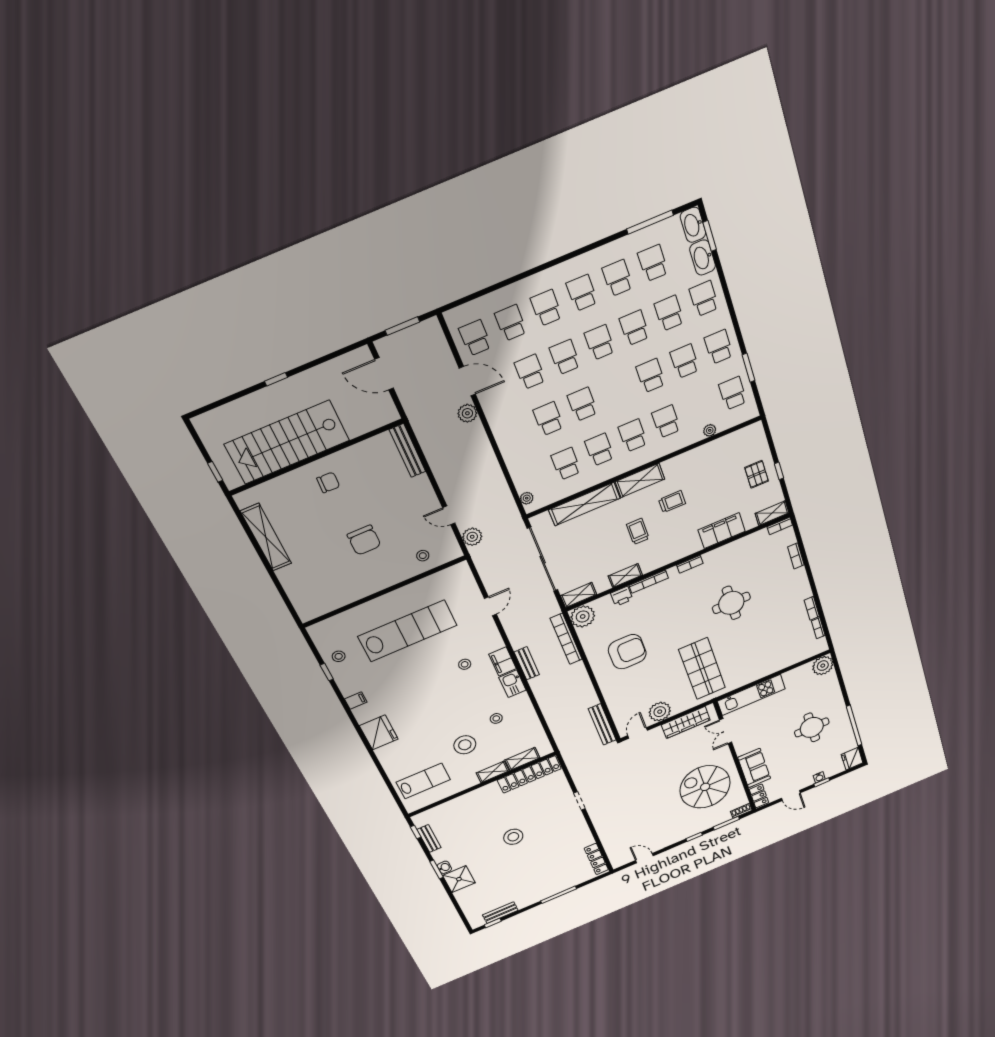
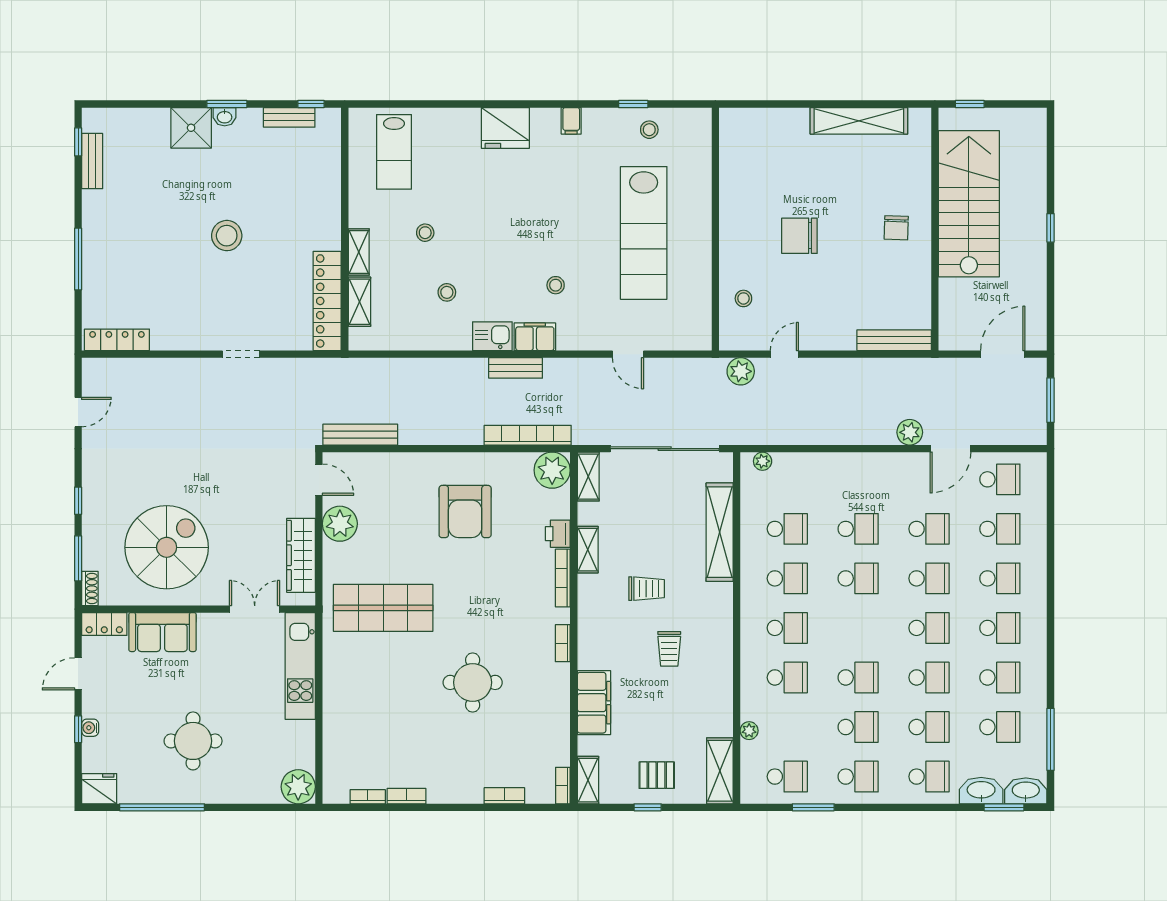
shelving: (640, 480) -> (720, 771), moved
stool: (465, 745) -> (425, 233), width x0.53, depth x0.53

